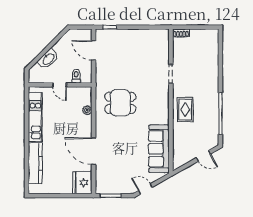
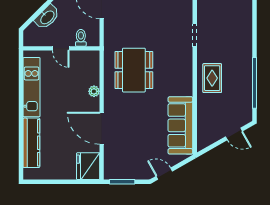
dining table: (120, 103) -> (134, 70), width x1.38
plant: (87, 110) -> (94, 91), moved

